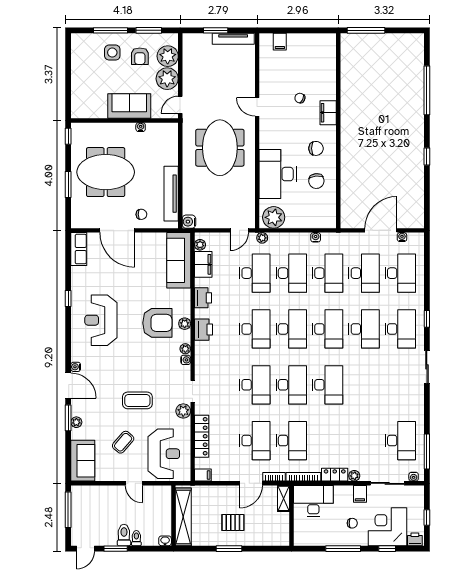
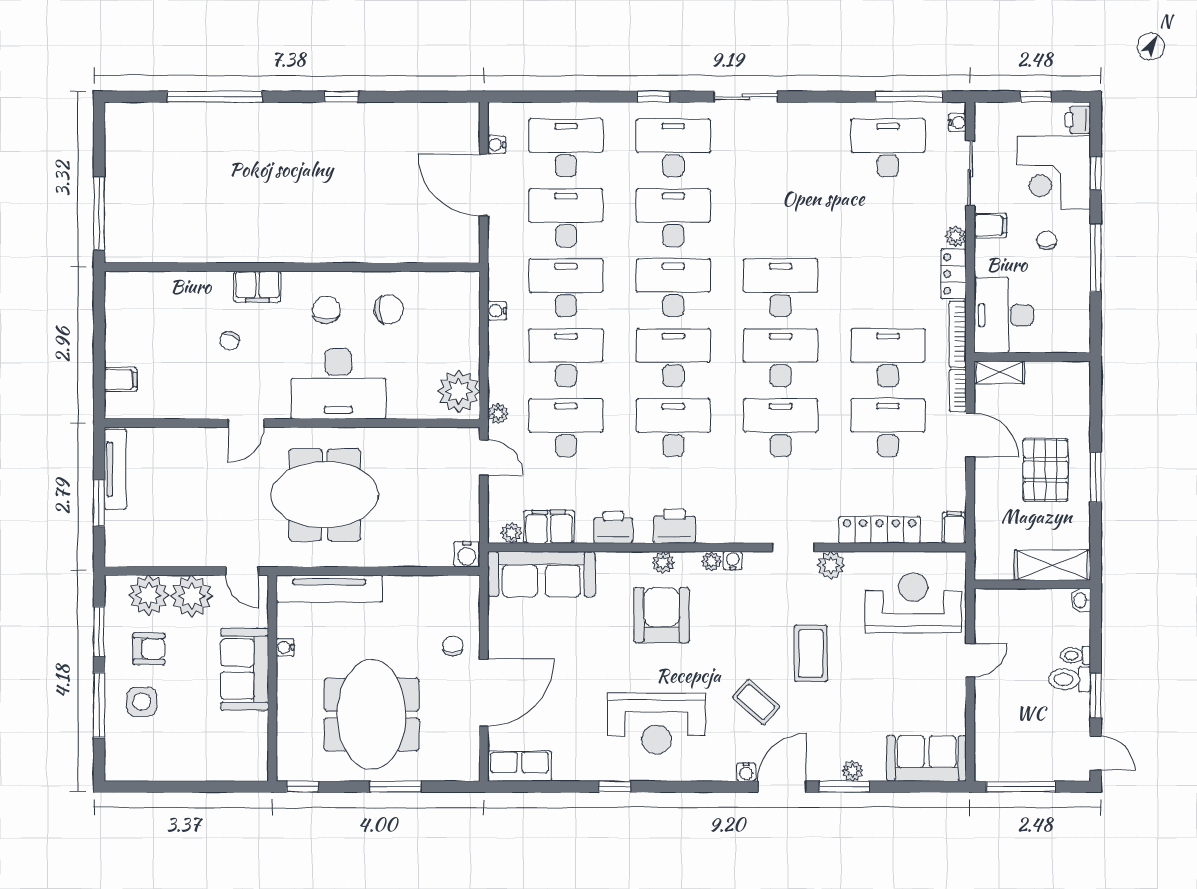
desk: (278, 174) -> (338, 384), moved
tv unit: (171, 194) -> (329, 589), moved
coffee table: (123, 442) -> (756, 702), moved
shelving: (183, 517) -> (1052, 565), width x0.68
pallet: (233, 523) -> (1045, 470), width x1.50, depth x1.42

